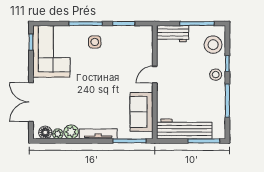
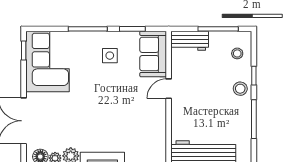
side table: (95, 42) -> (110, 56), moved
stool: (213, 45) -> (237, 53), width x0.53, depth x0.53
sofa: (141, 112) -> (153, 54), moved

